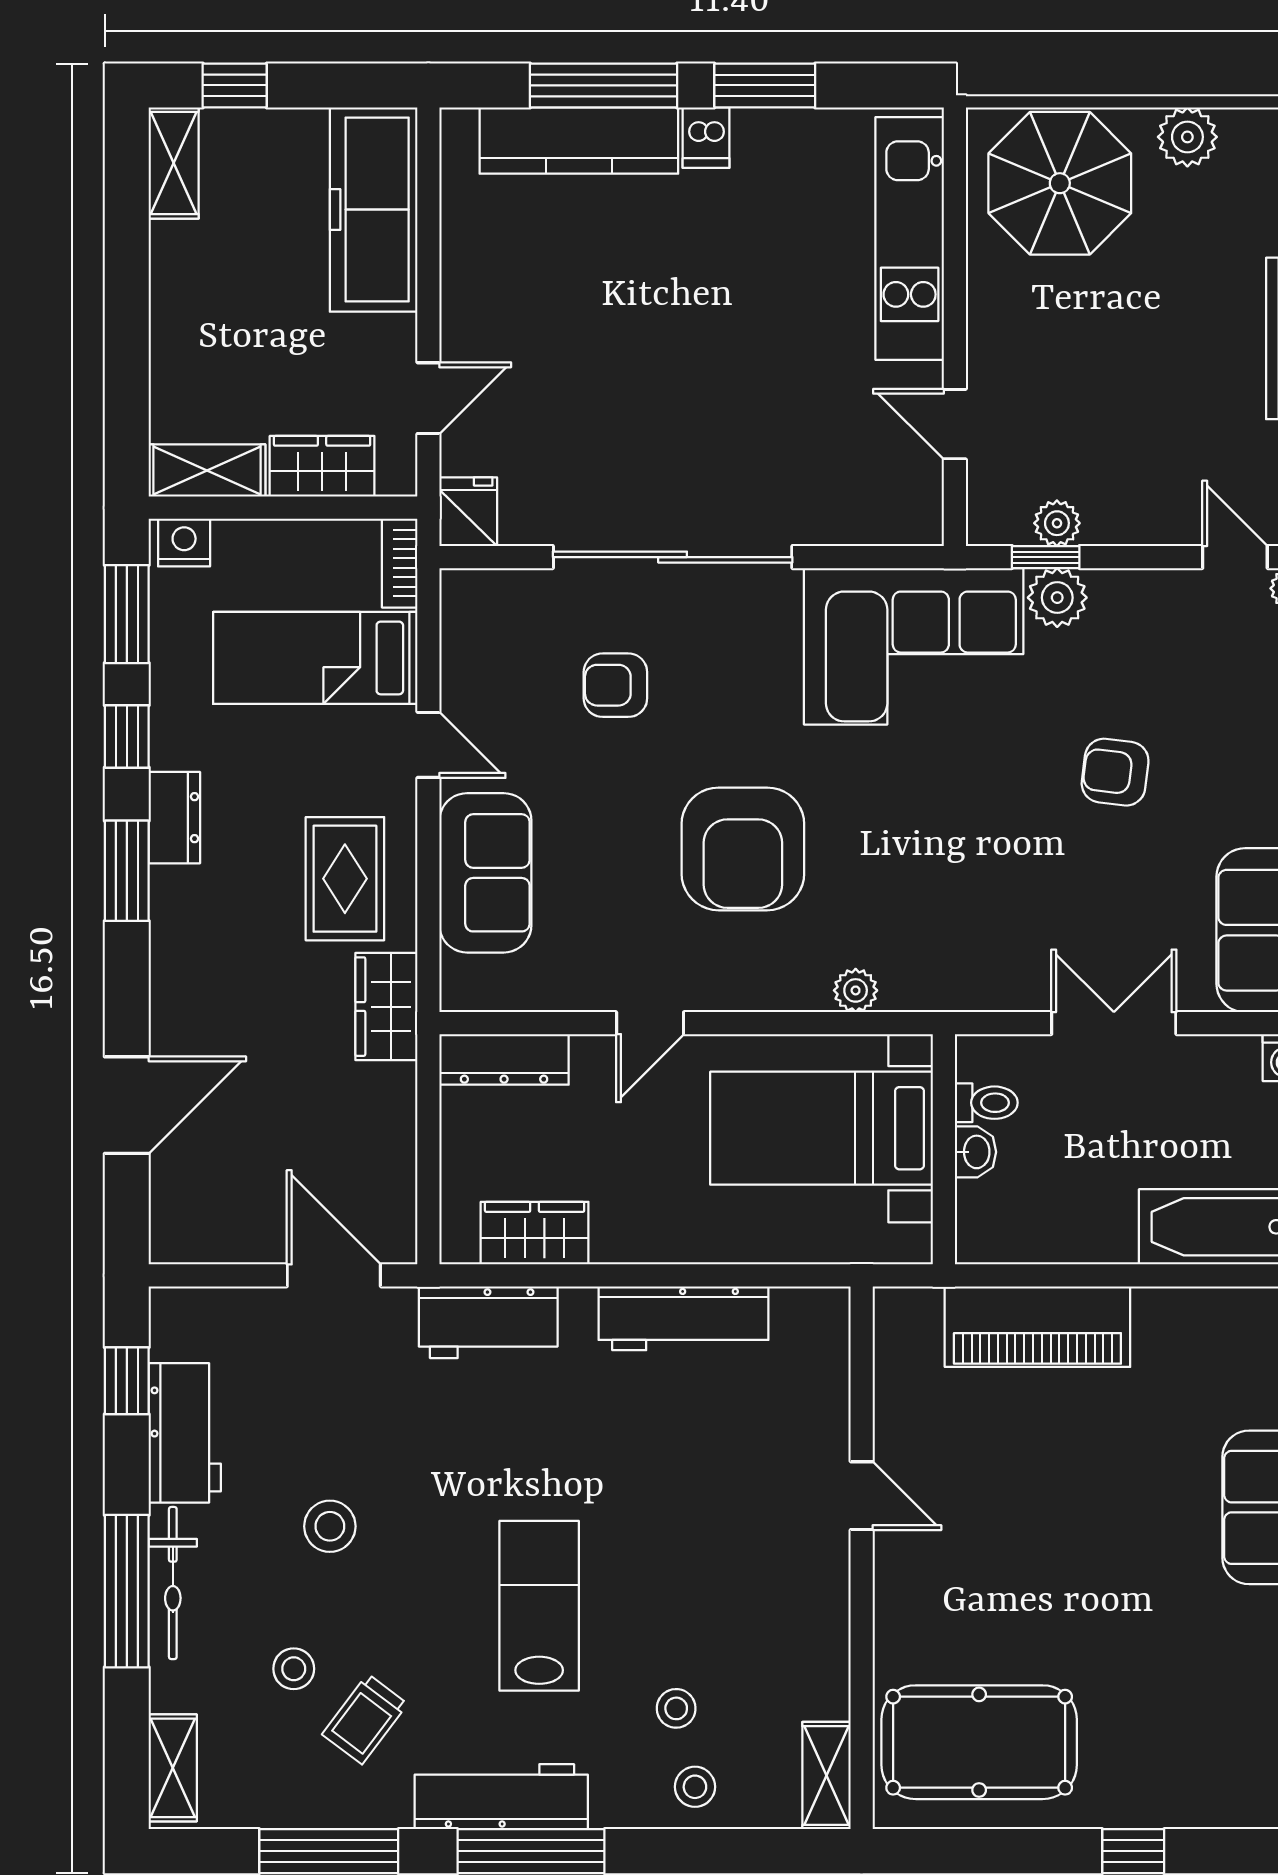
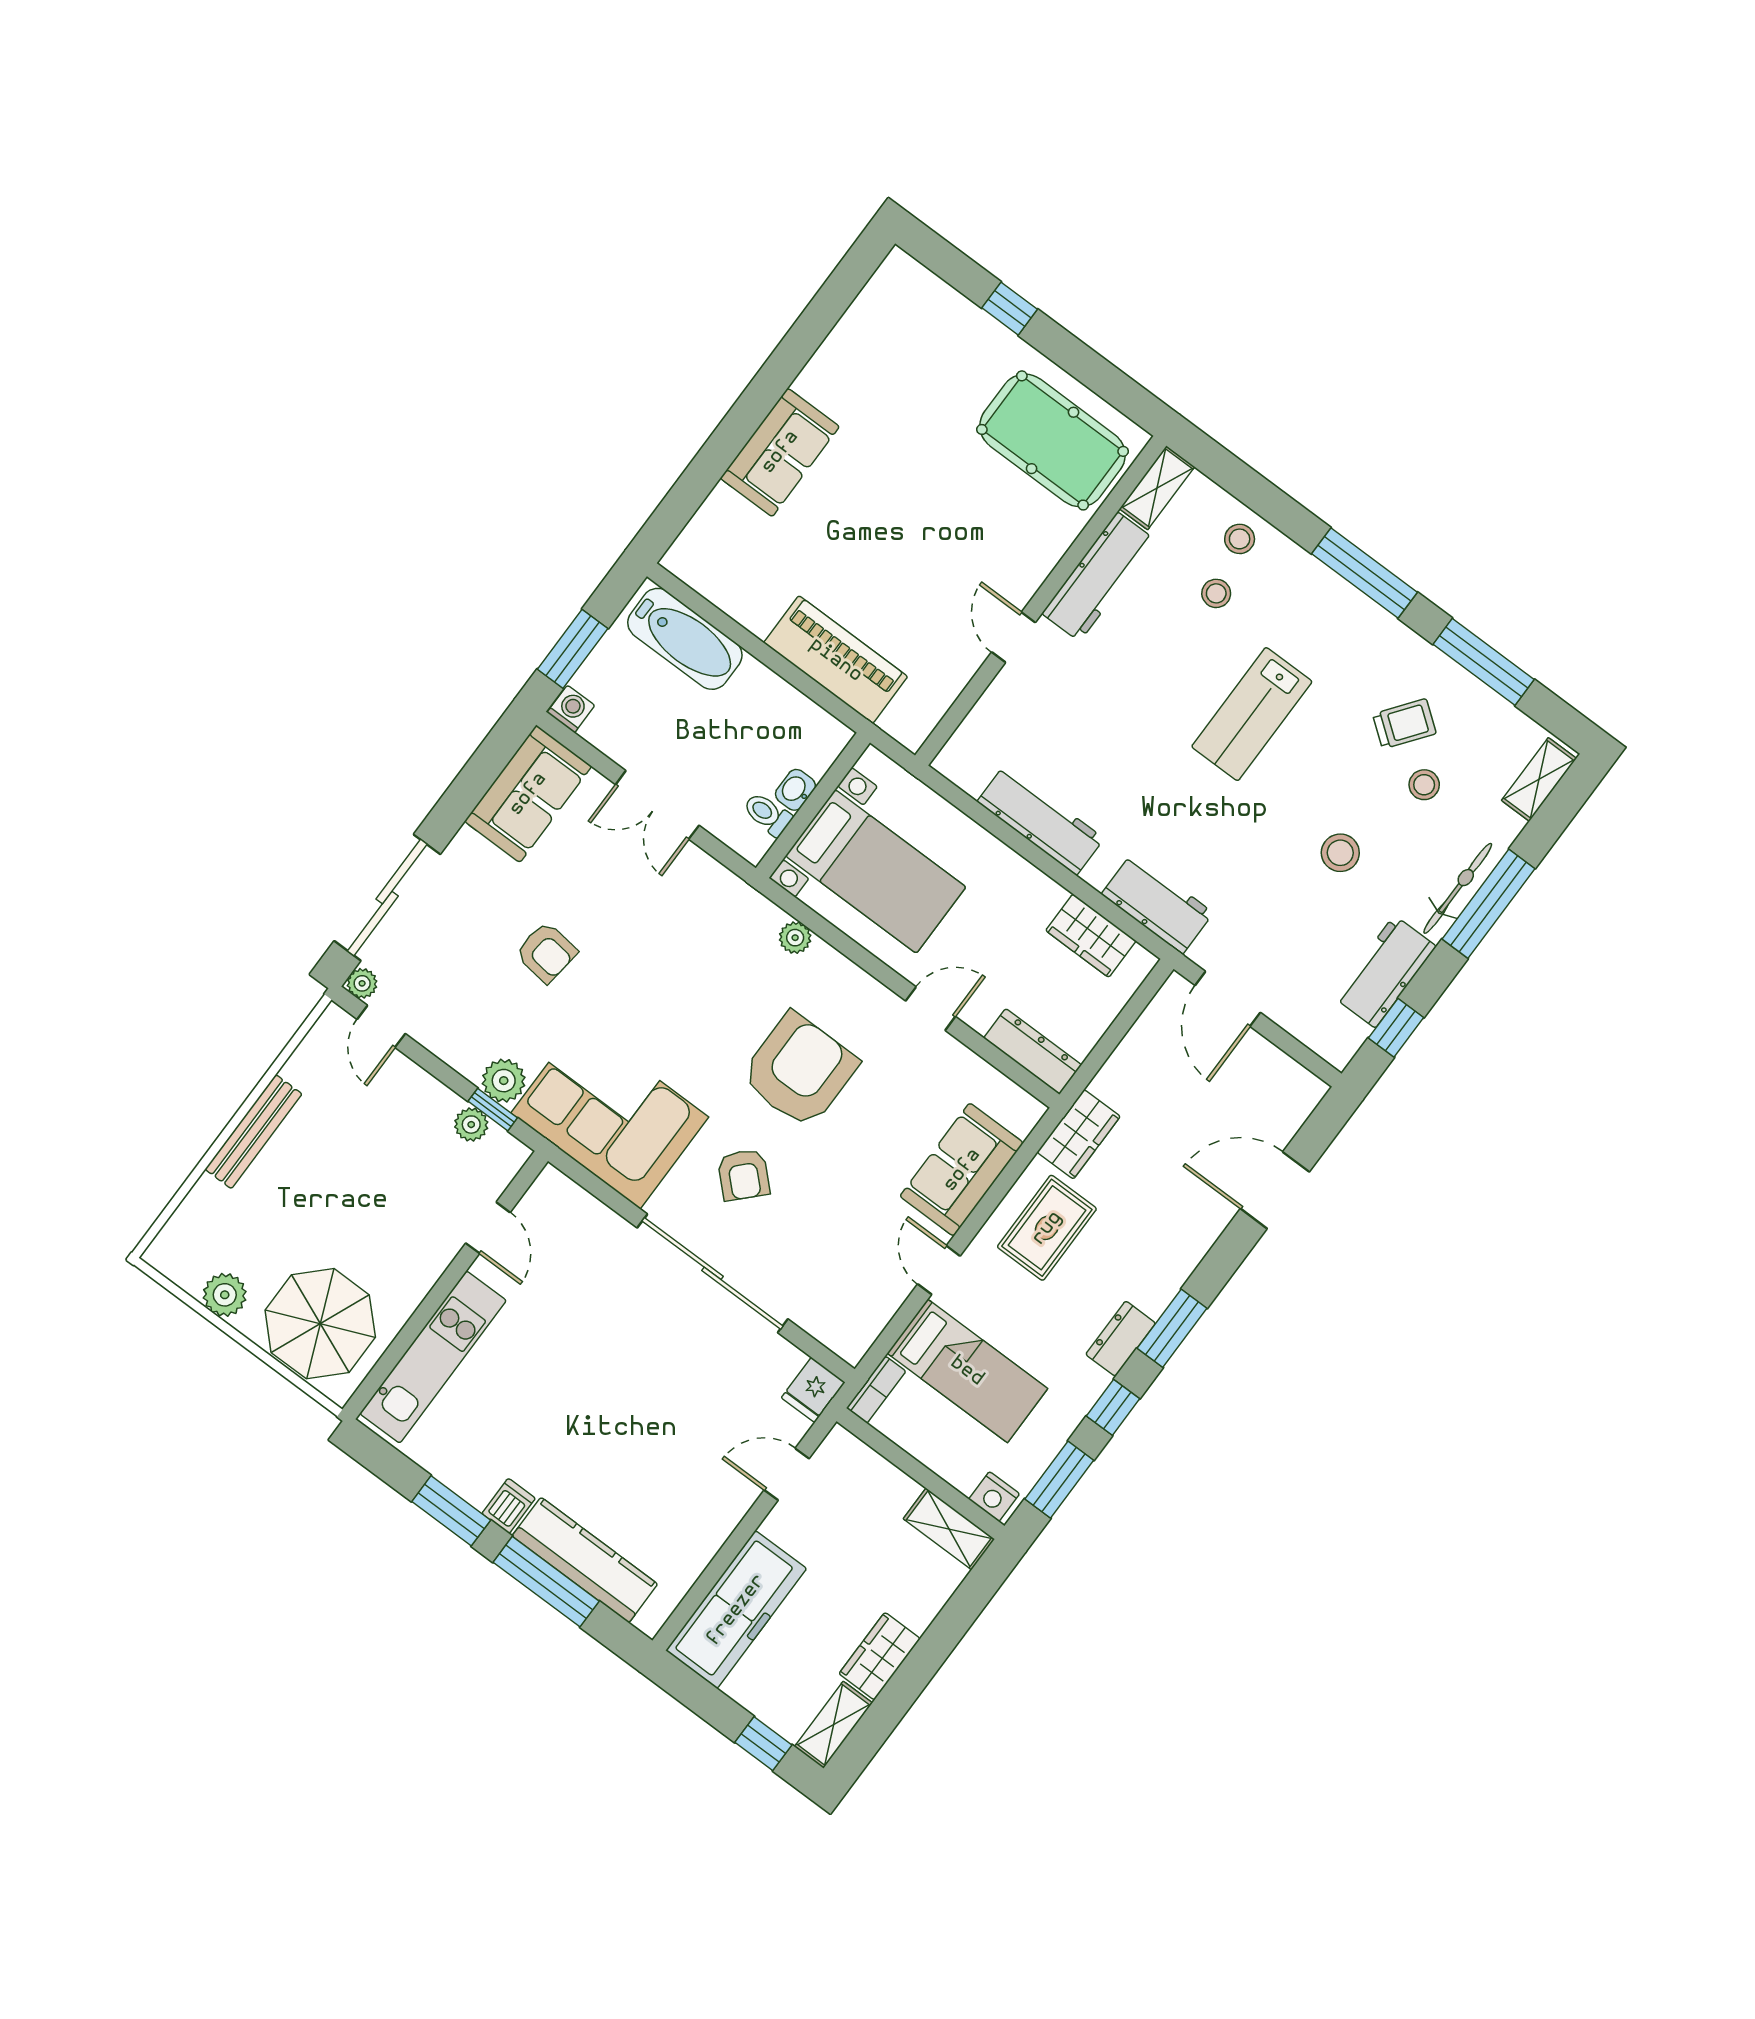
wardrobe: (322, 466) -> (880, 1656), moved, turned 90
armchair: (615, 685) -> (744, 1175), moved, turned 44
workbench: (501, 1797) -> (1099, 577), moved, turned -90

